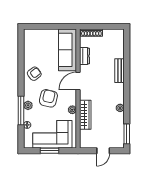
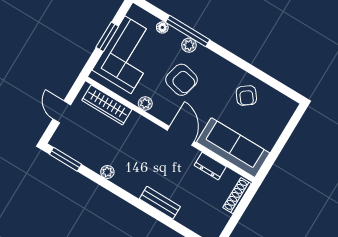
armchair: (34, 74) -> (246, 96), moved
wardrobe: (85, 115) -> (107, 105), moved

